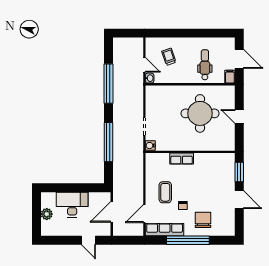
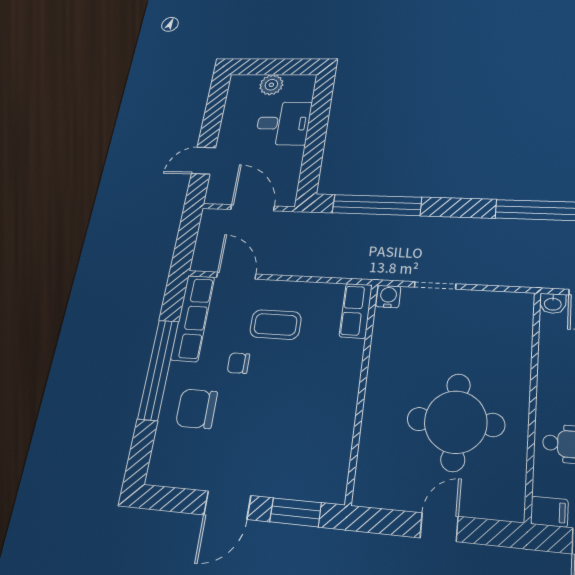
window: (108, 142) -> (377, 205), moved
row of seats: (182, 159) -> (356, 311), moved
desk: (72, 205) -> (283, 123), width x0.73
chair: (203, 220) -> (196, 409), turned 180

